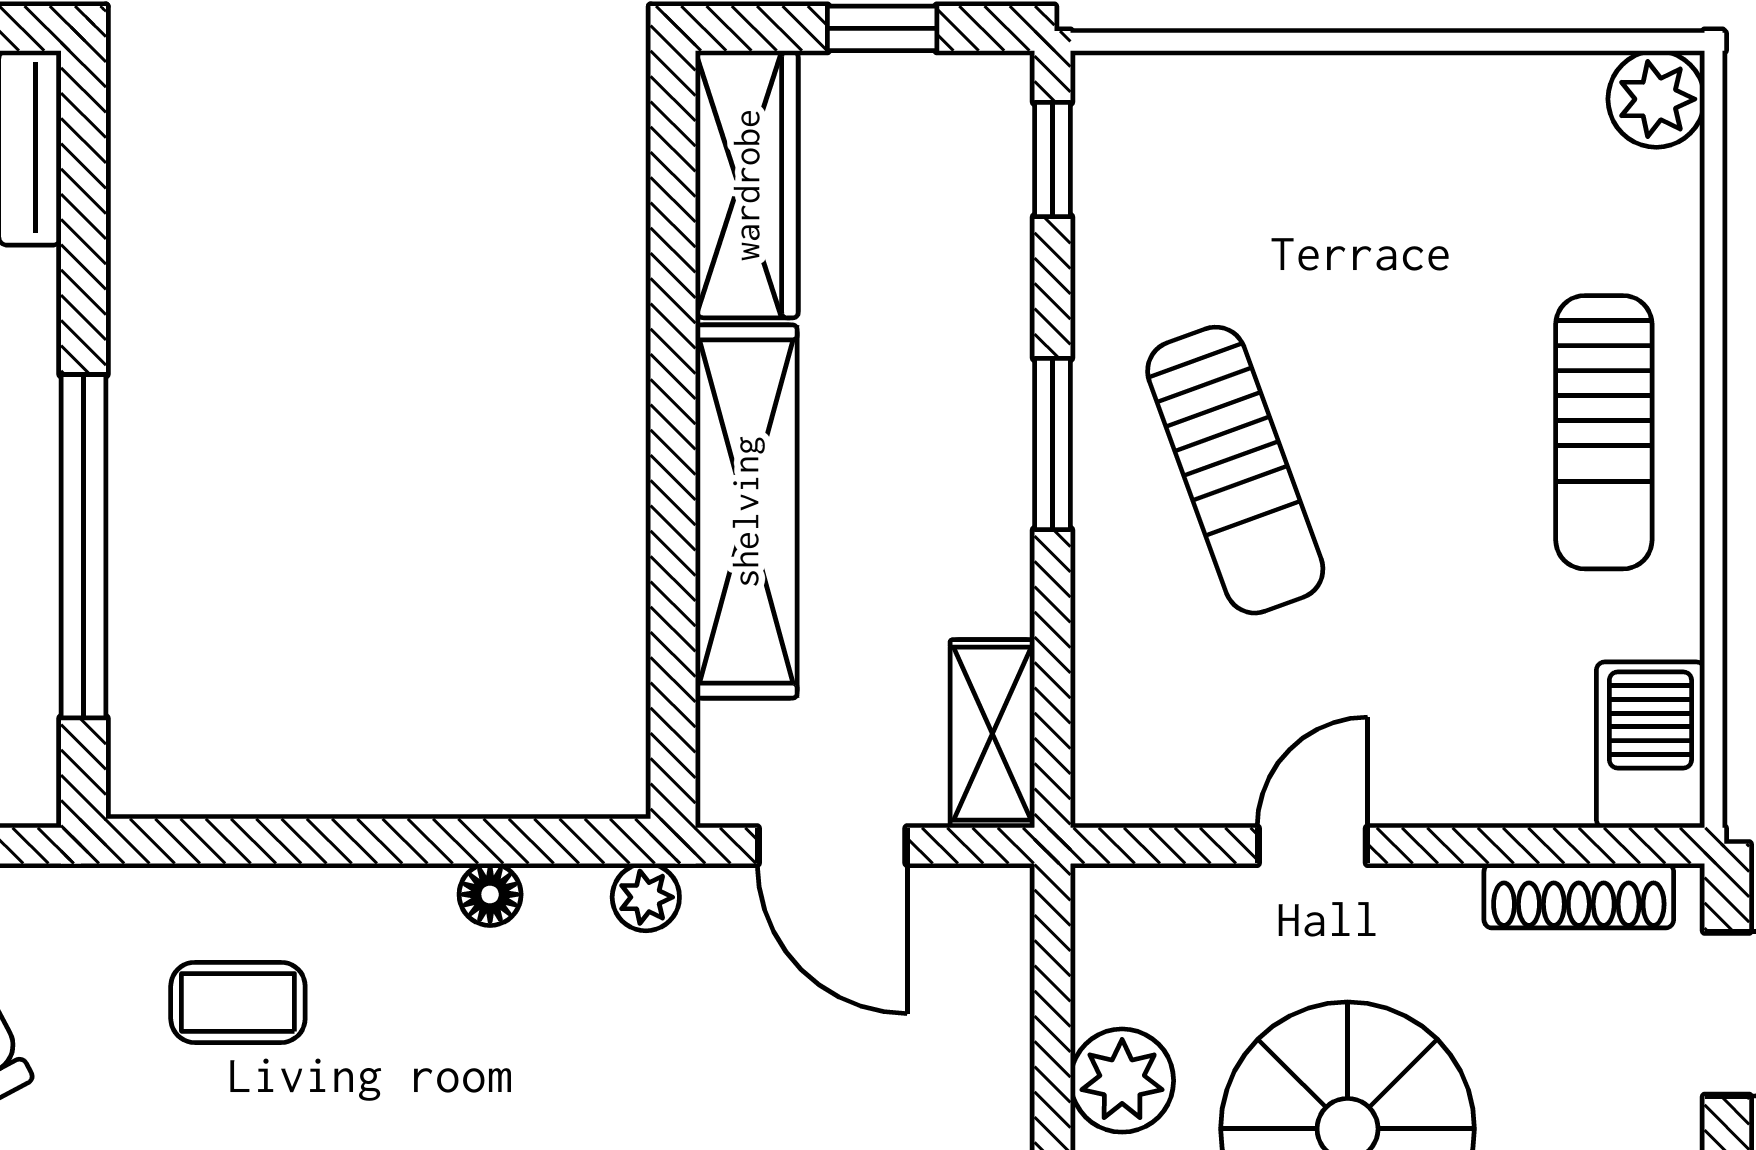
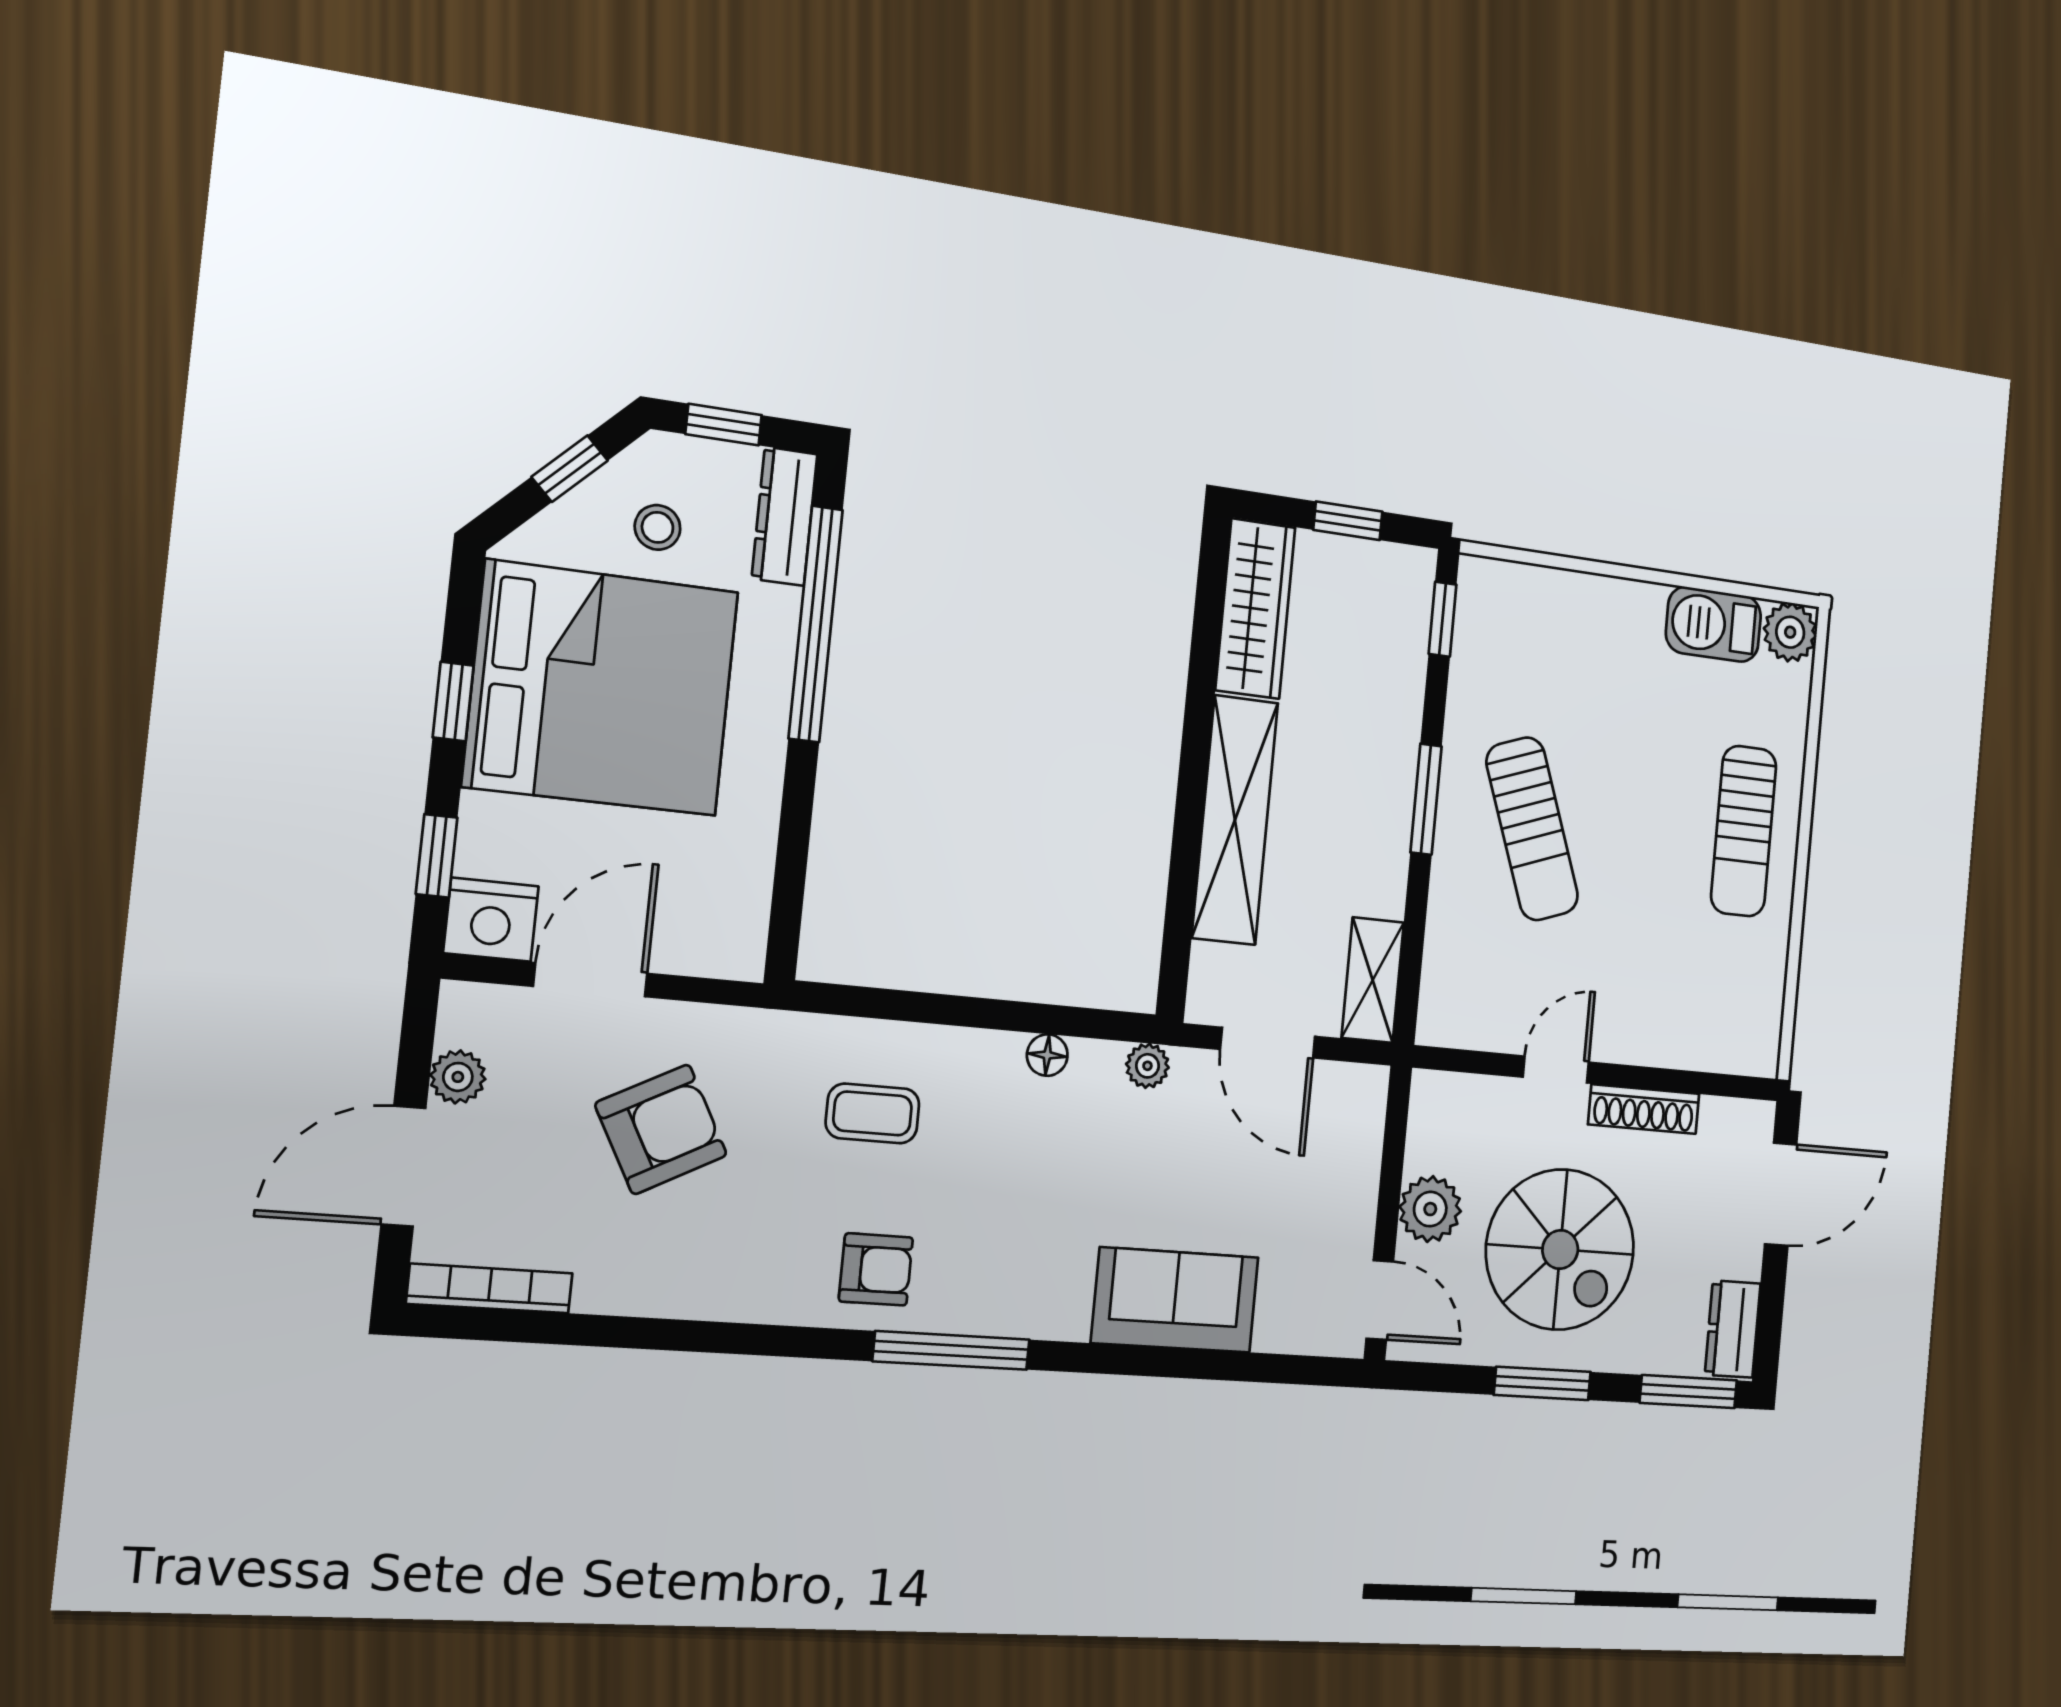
window: (83, 546) -> (816, 624), moved
barbecue: (1650, 745) -> (1713, 624), moved, turned -90
shoe rack: (1579, 896) -> (1644, 1109), moved

